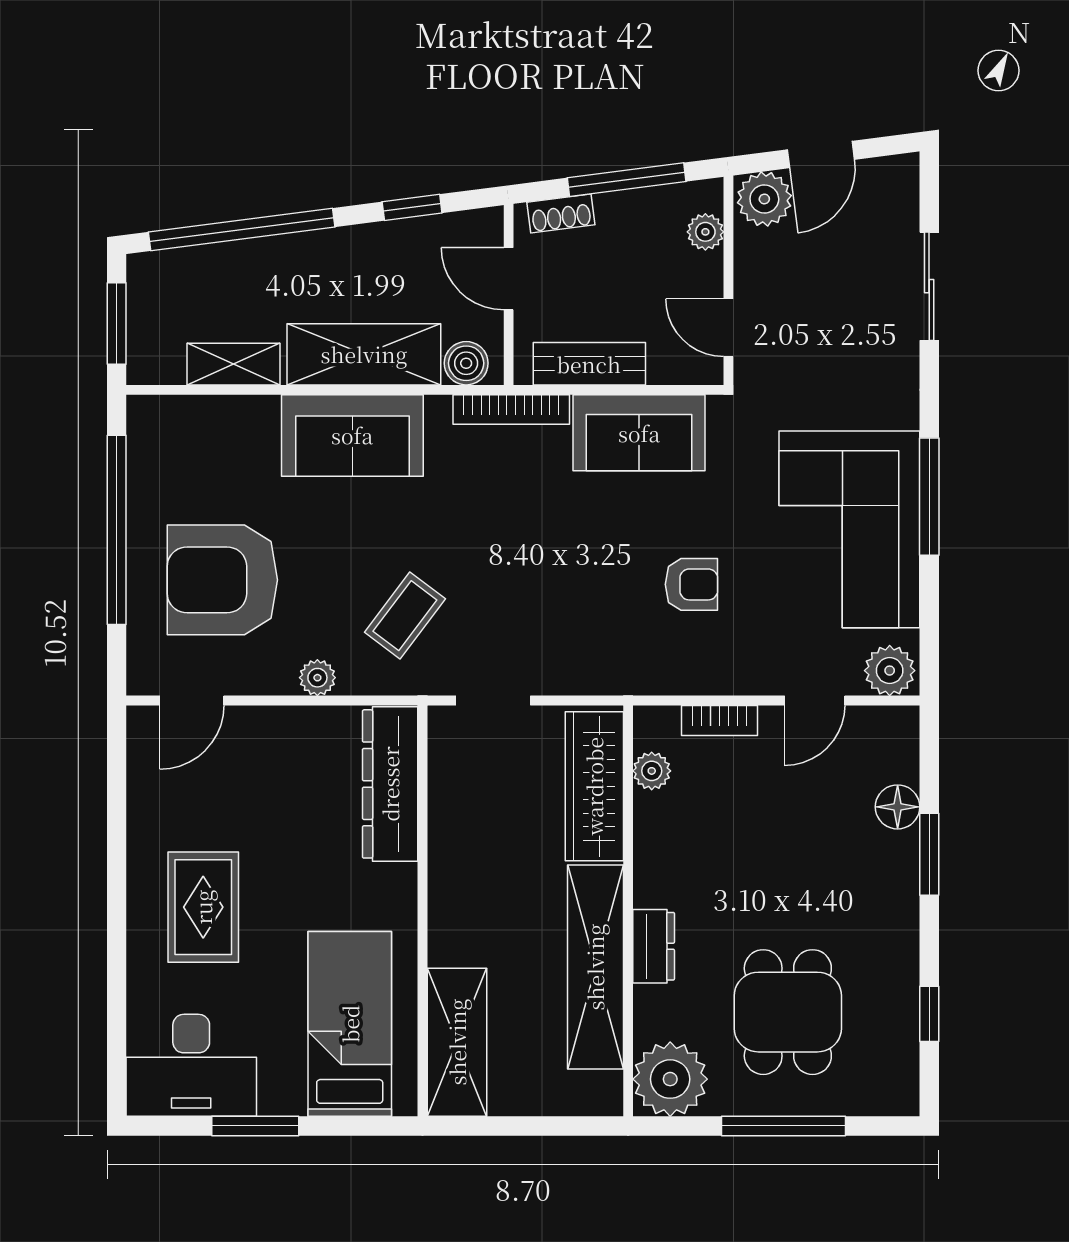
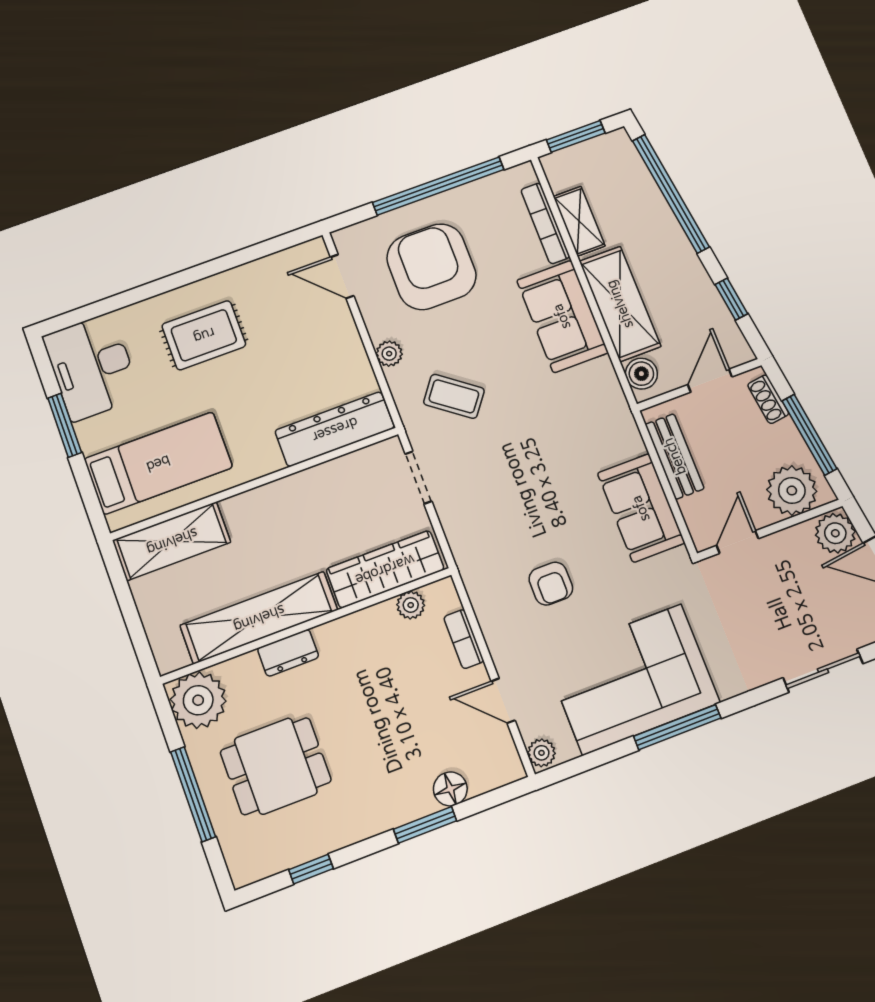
plant: (705, 232) -> (792, 491), width x1.87, depth x1.87
bookcase: (511, 409) -> (545, 223), moved
plant: (890, 671) -> (542, 753), width x0.73, depth x0.73

